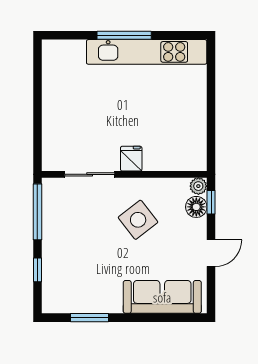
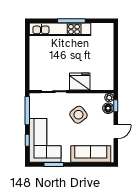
kitchen unit: (147, 52) -> (60, 29), moved
fridge: (131, 159) -> (80, 81), width x1.88, depth x1.34
corner sofa: (73, 270) -> (45, 140), added

